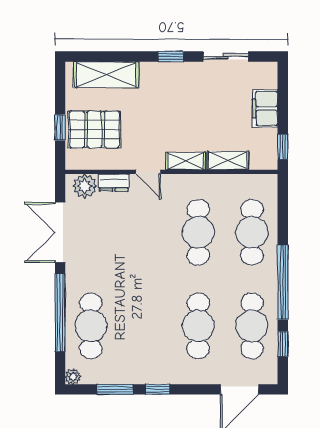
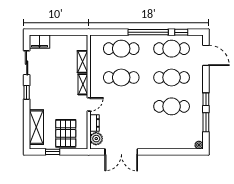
filing cabinet: (265, 108) -> (39, 42), moved
window: (60, 127) -> (53, 152), moved
window: (283, 147) -> (75, 32), removed
window: (60, 313) -> (164, 152), removed
cafe table: (91, 326) -> (172, 106), moved

